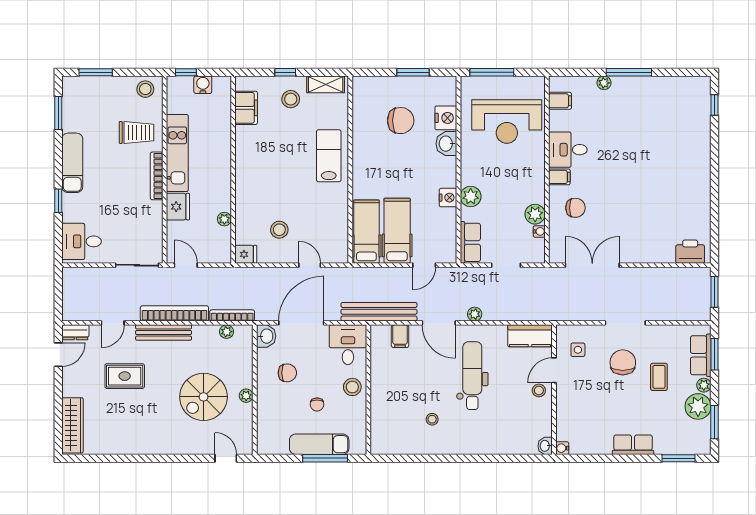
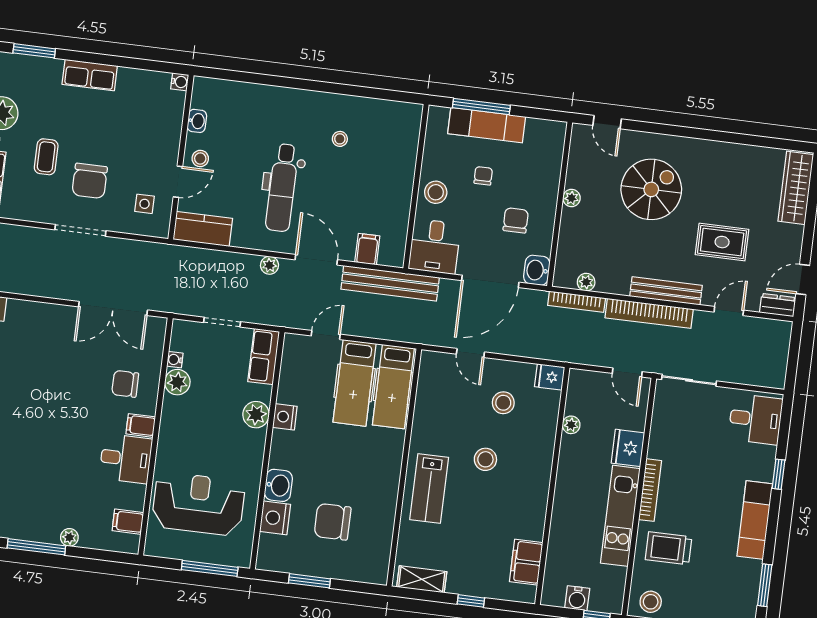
stool: (291, 99) -> (485, 459), moved
chair: (287, 373) -> (516, 220), turned 90
spiral stairs: (204, 397) -> (651, 189), moved
washbasin: (545, 446) -> (197, 121), moved

